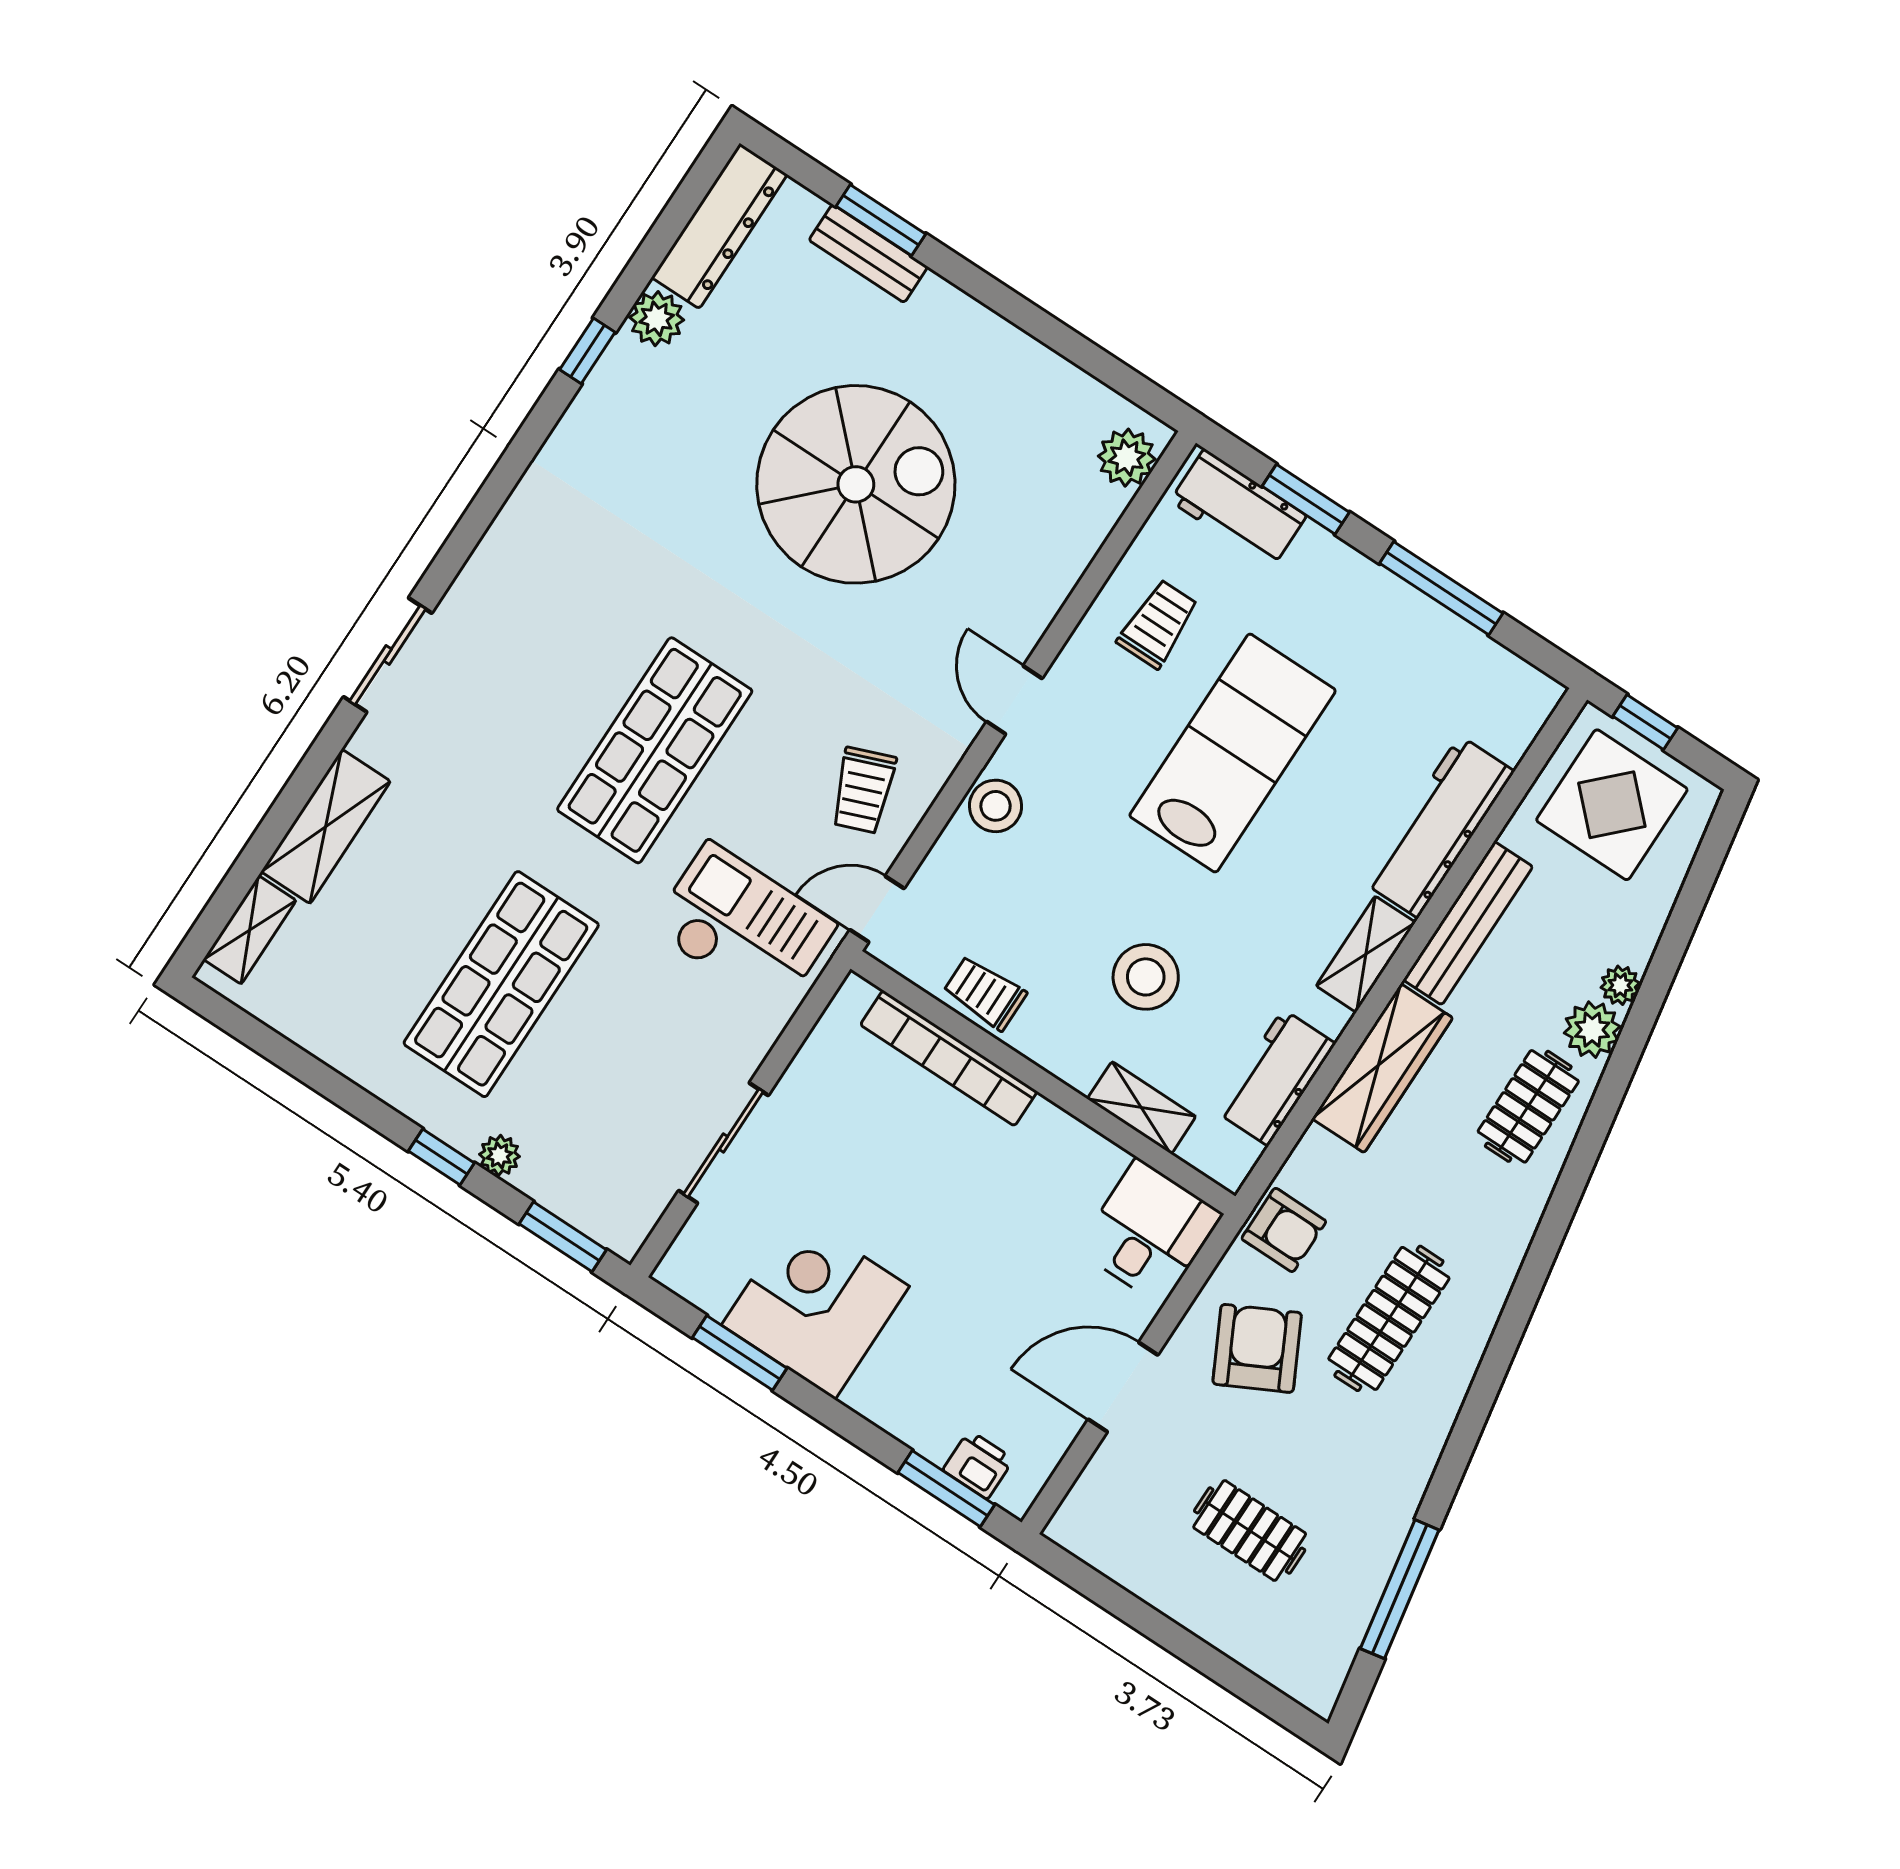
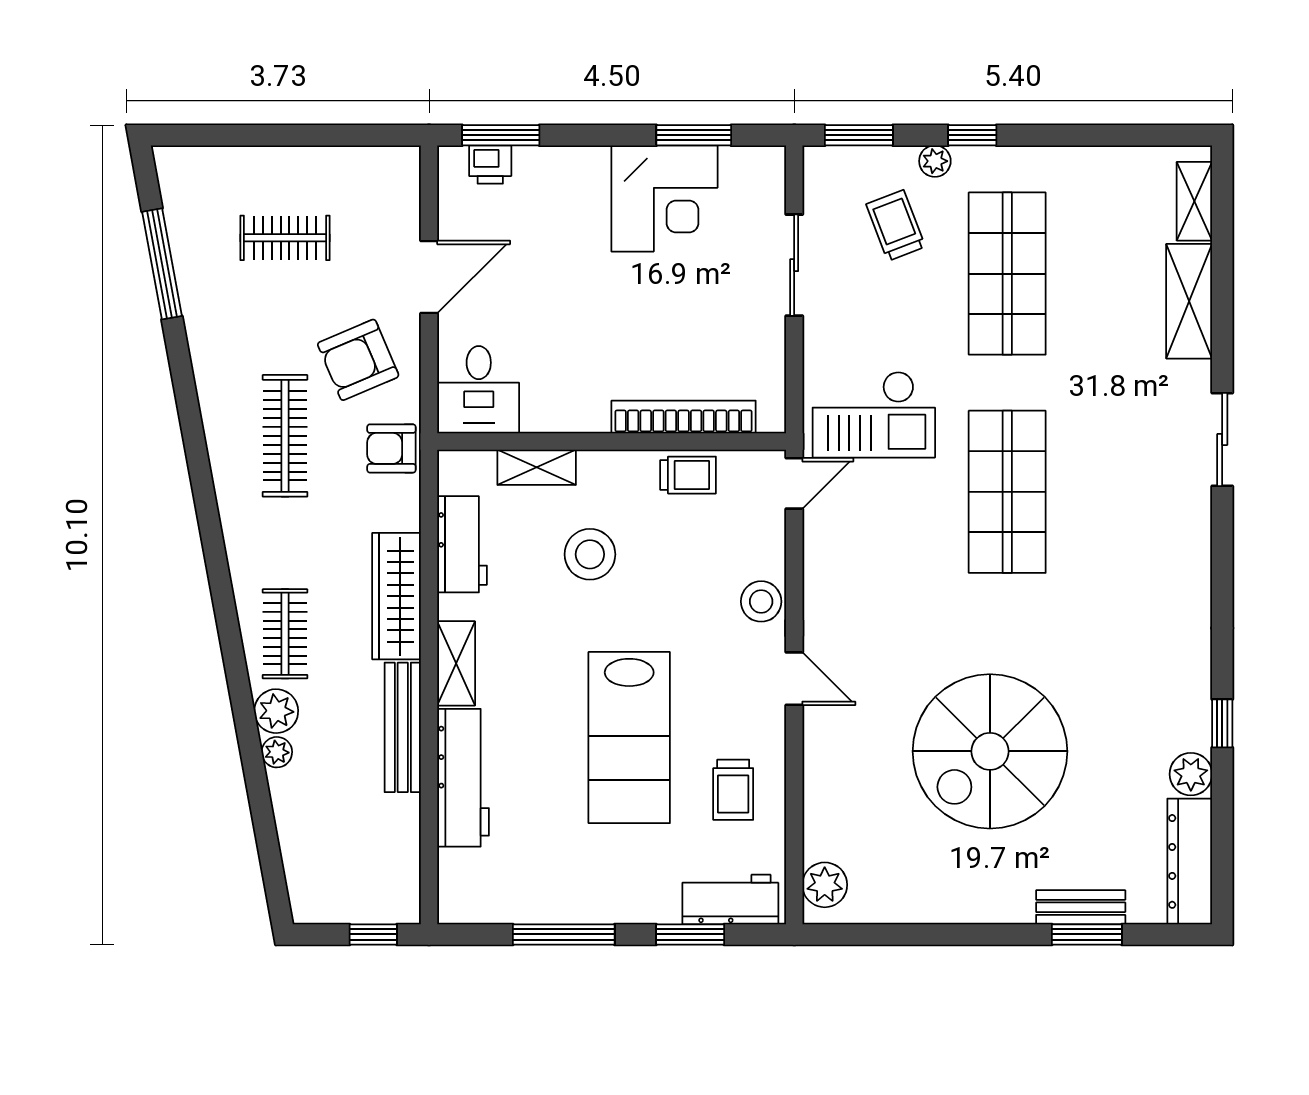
trolley: (863, 790) -> (896, 225), moved
display table: (1612, 805) -> (360, 866), removed
armchair: (1257, 1348) -> (358, 360), turned 94

